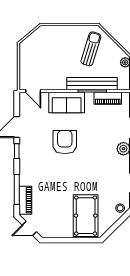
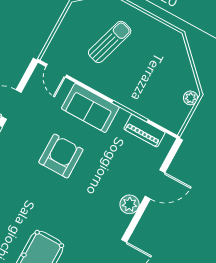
sun lounger: (91, 49) -> (110, 42), moved
bench: (92, 84) -> (135, 102), removed

